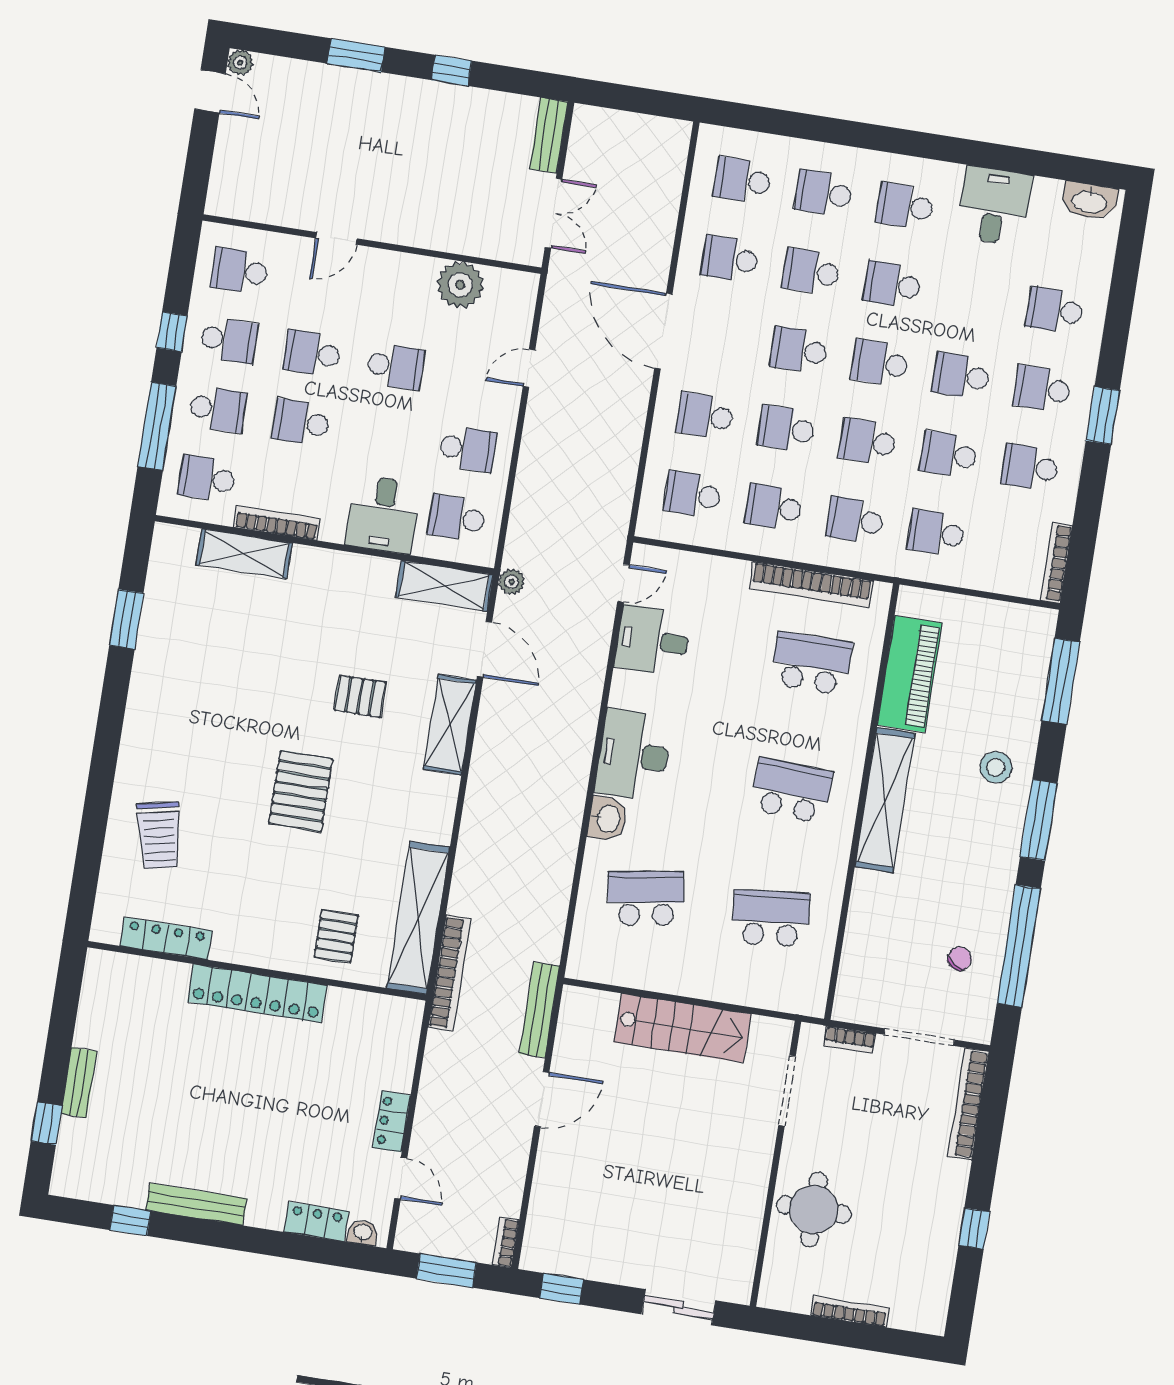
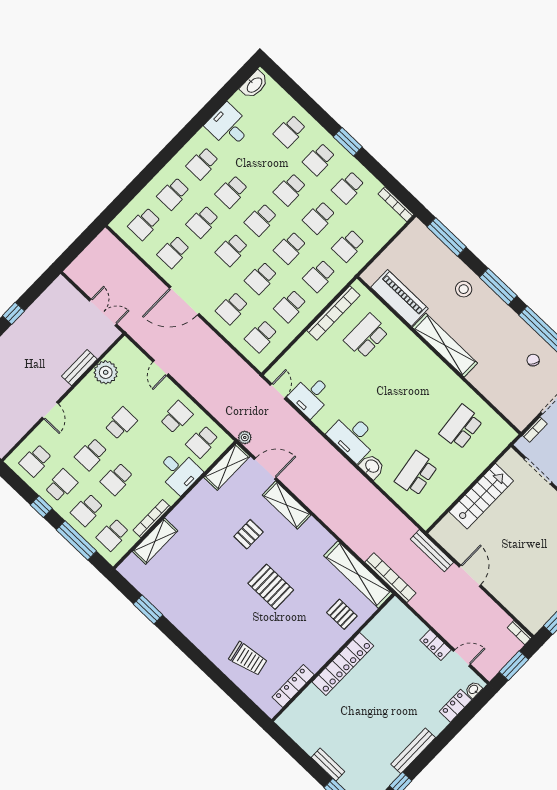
bench: (549, 135) -> (79, 368), moved, turned 90
school desk: (218, 409) -> (87, 510), turned 180
school desk: (791, 791) -> (414, 381), removed

